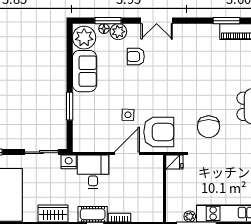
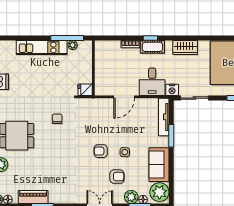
side table: (128, 115) -> (125, 152), moved
chair: (209, 127) -> (57, 119), width x0.54, depth x0.54
tv unit: (79, 129) -> (164, 117), added
armchair: (159, 132) -> (101, 151), moved, width x0.53, depth x0.53

